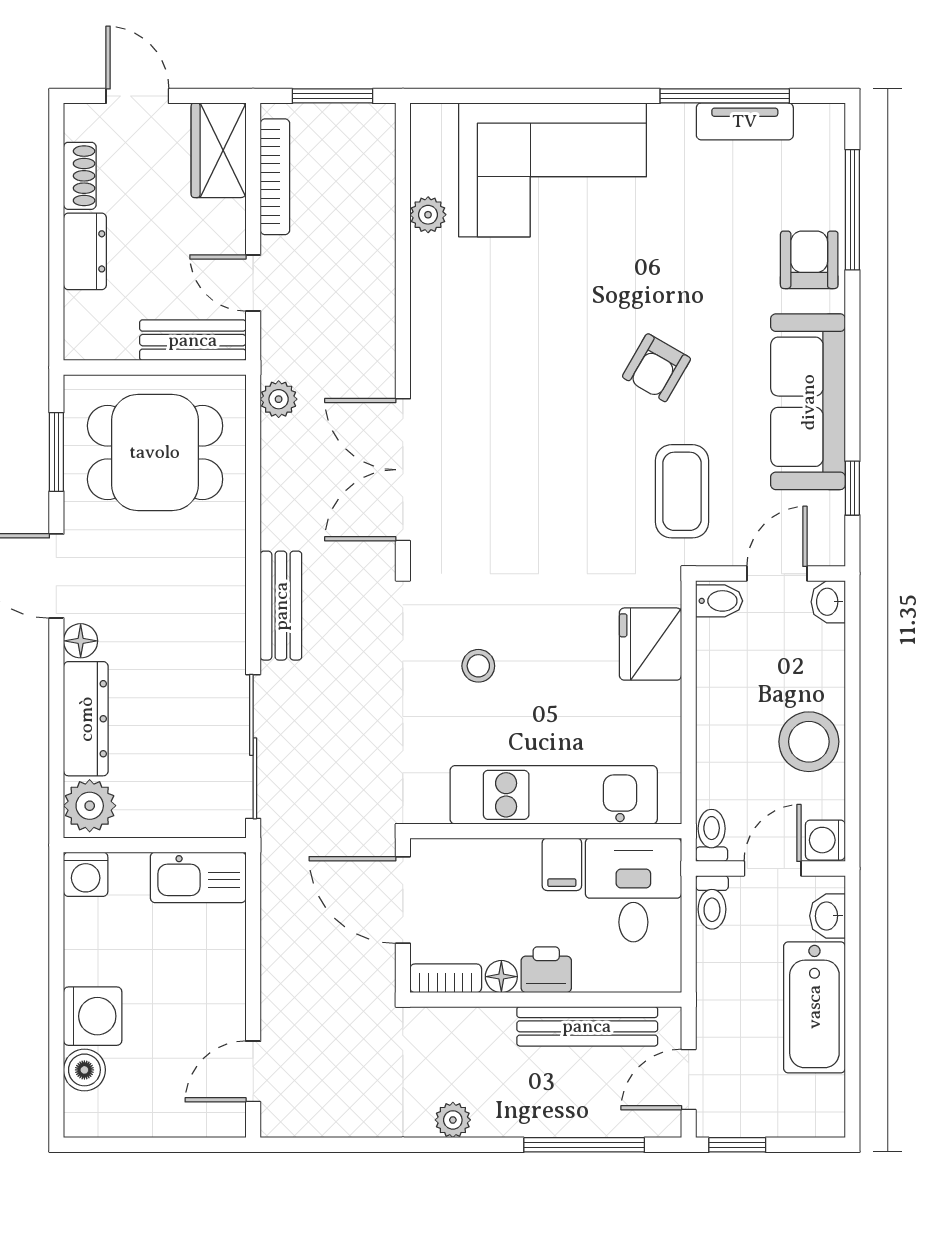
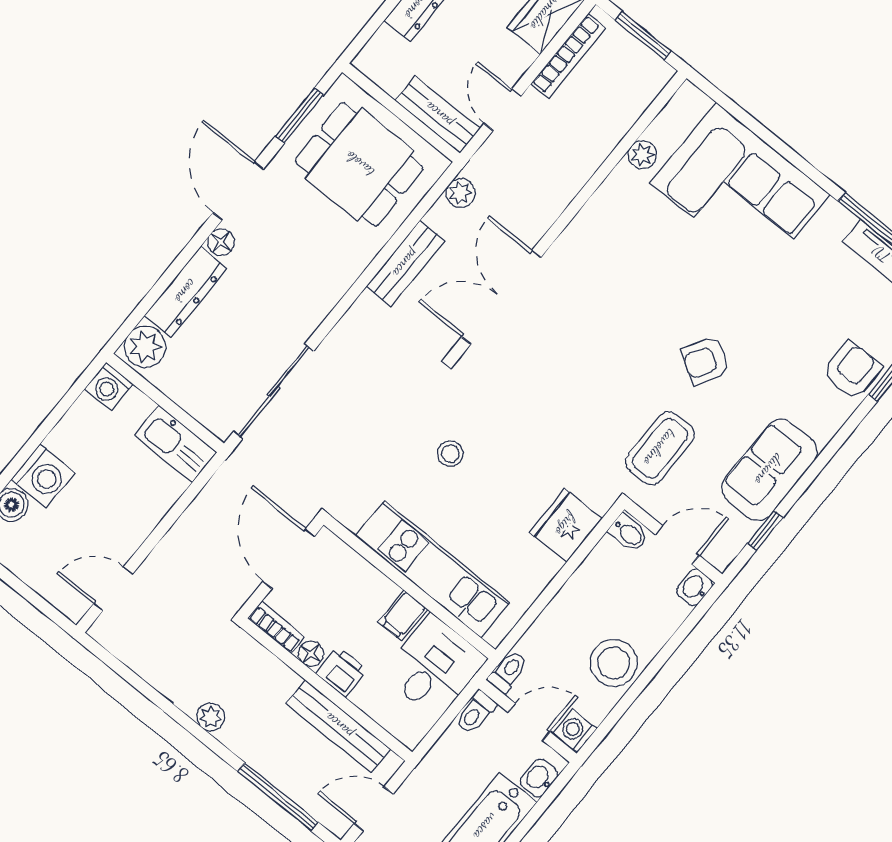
sofa: (808, 402) -> (769, 470), width x0.73
bench: (281, 606) -> (406, 264), moved

